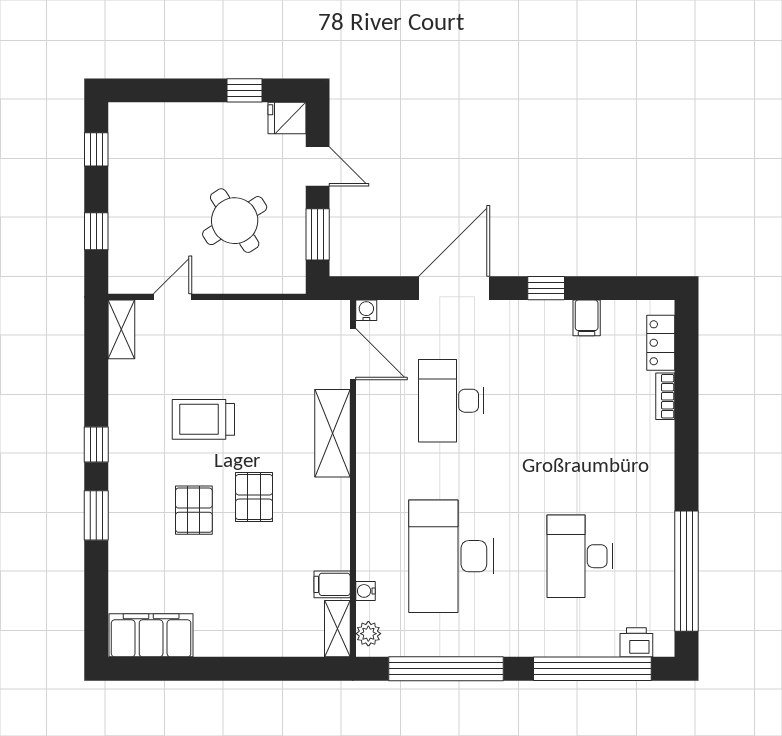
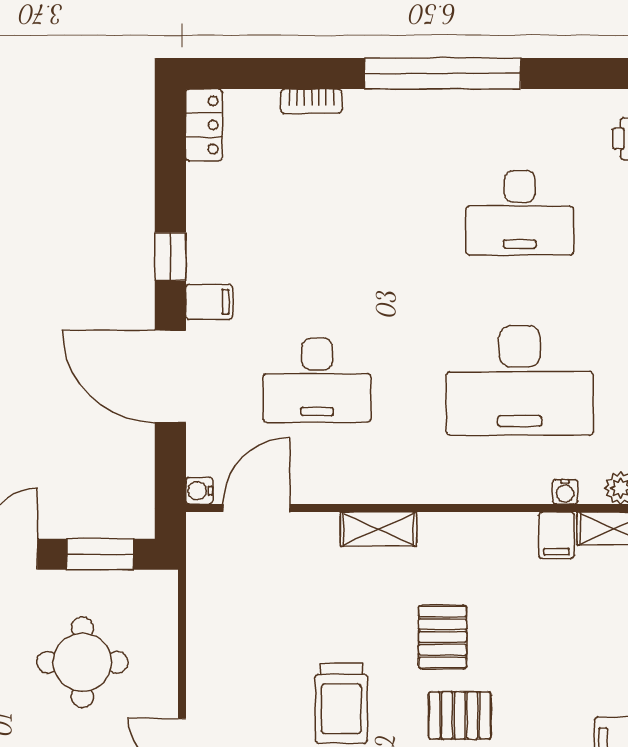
round table: (235, 221) -> (82, 662), turned 33
filing cabinet: (587, 318) -> (209, 302), moved
locker: (661, 343) -> (204, 125), moved, turned -90
shelving: (332, 433) -> (379, 529), width x0.67, depth x0.75
pallet: (254, 497) -> (443, 637), turned 90
window: (687, 571) -> (442, 74), moved

